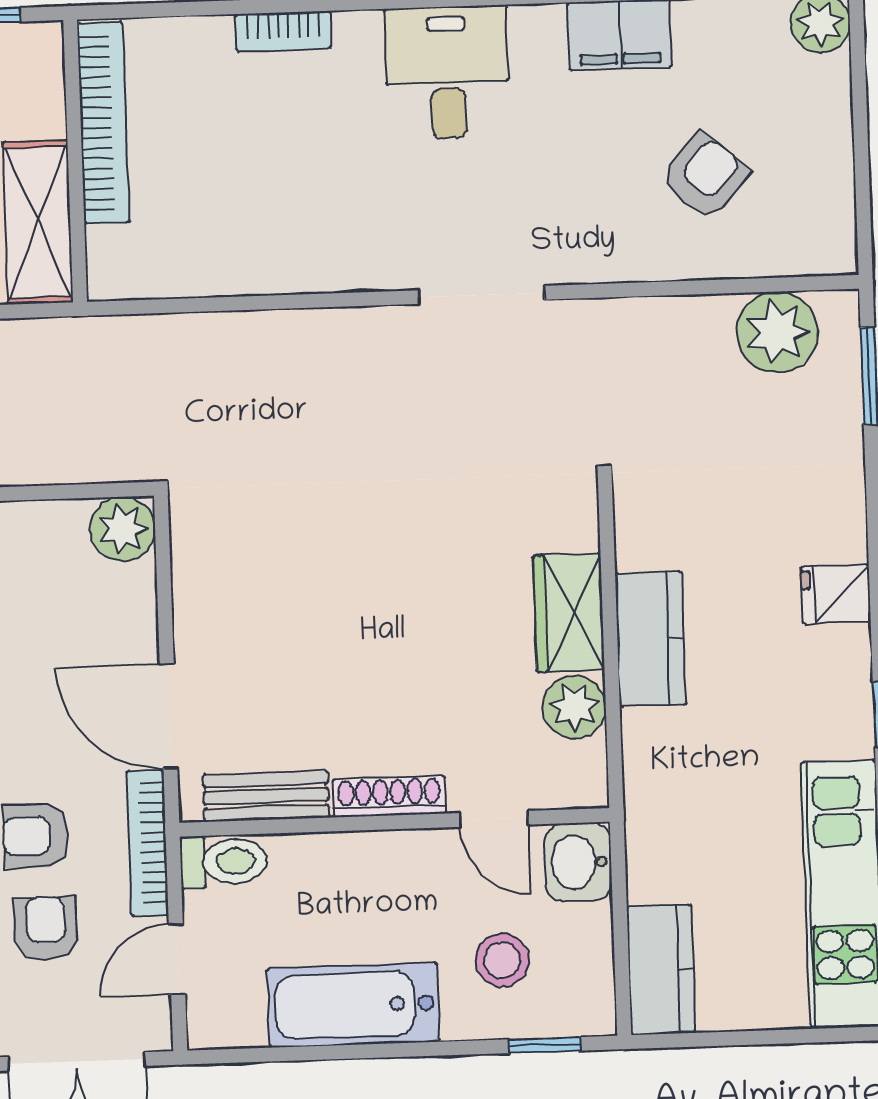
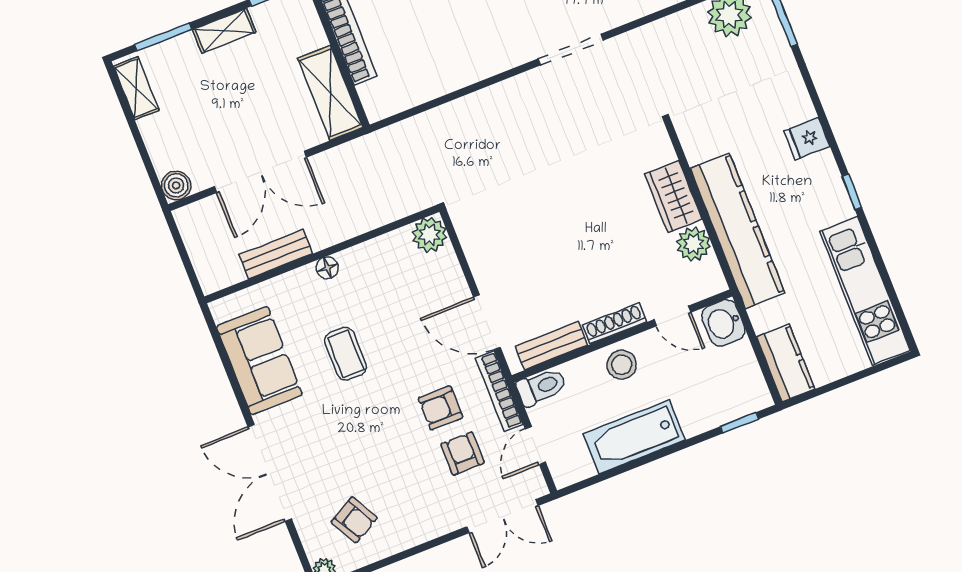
kitchen counter: (651, 639) -> (737, 231), width x2.08, depth x1.17
stool: (502, 960) -> (622, 365), moved

